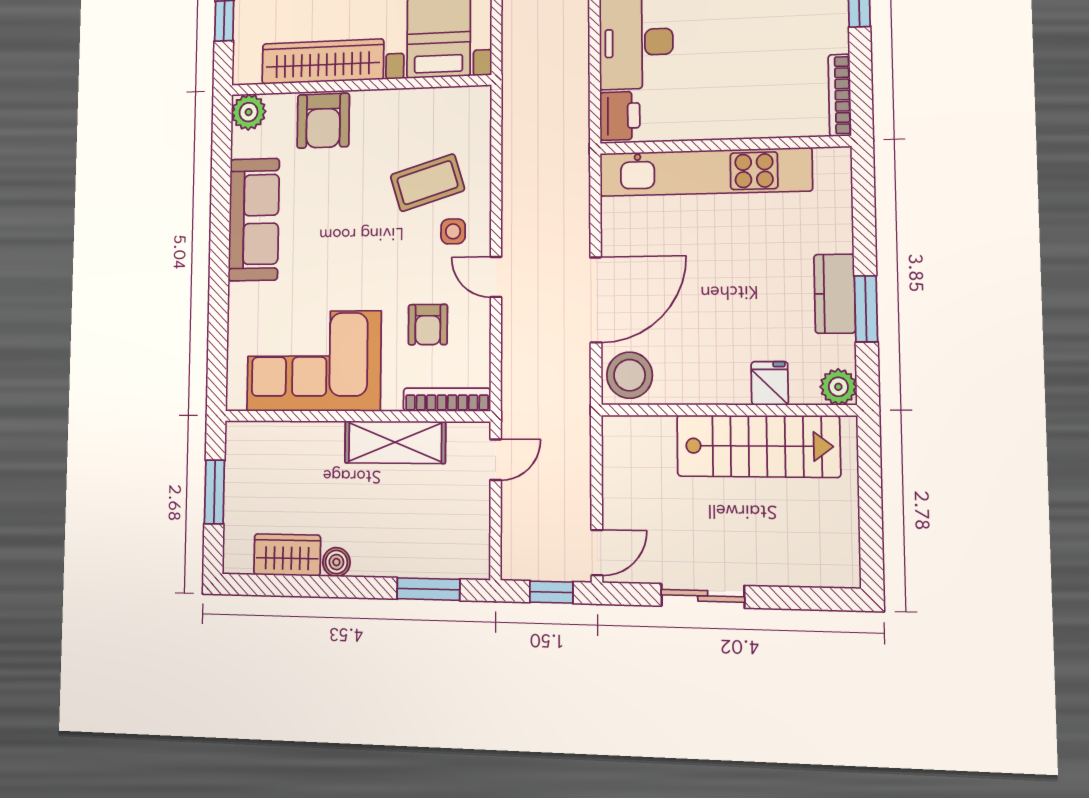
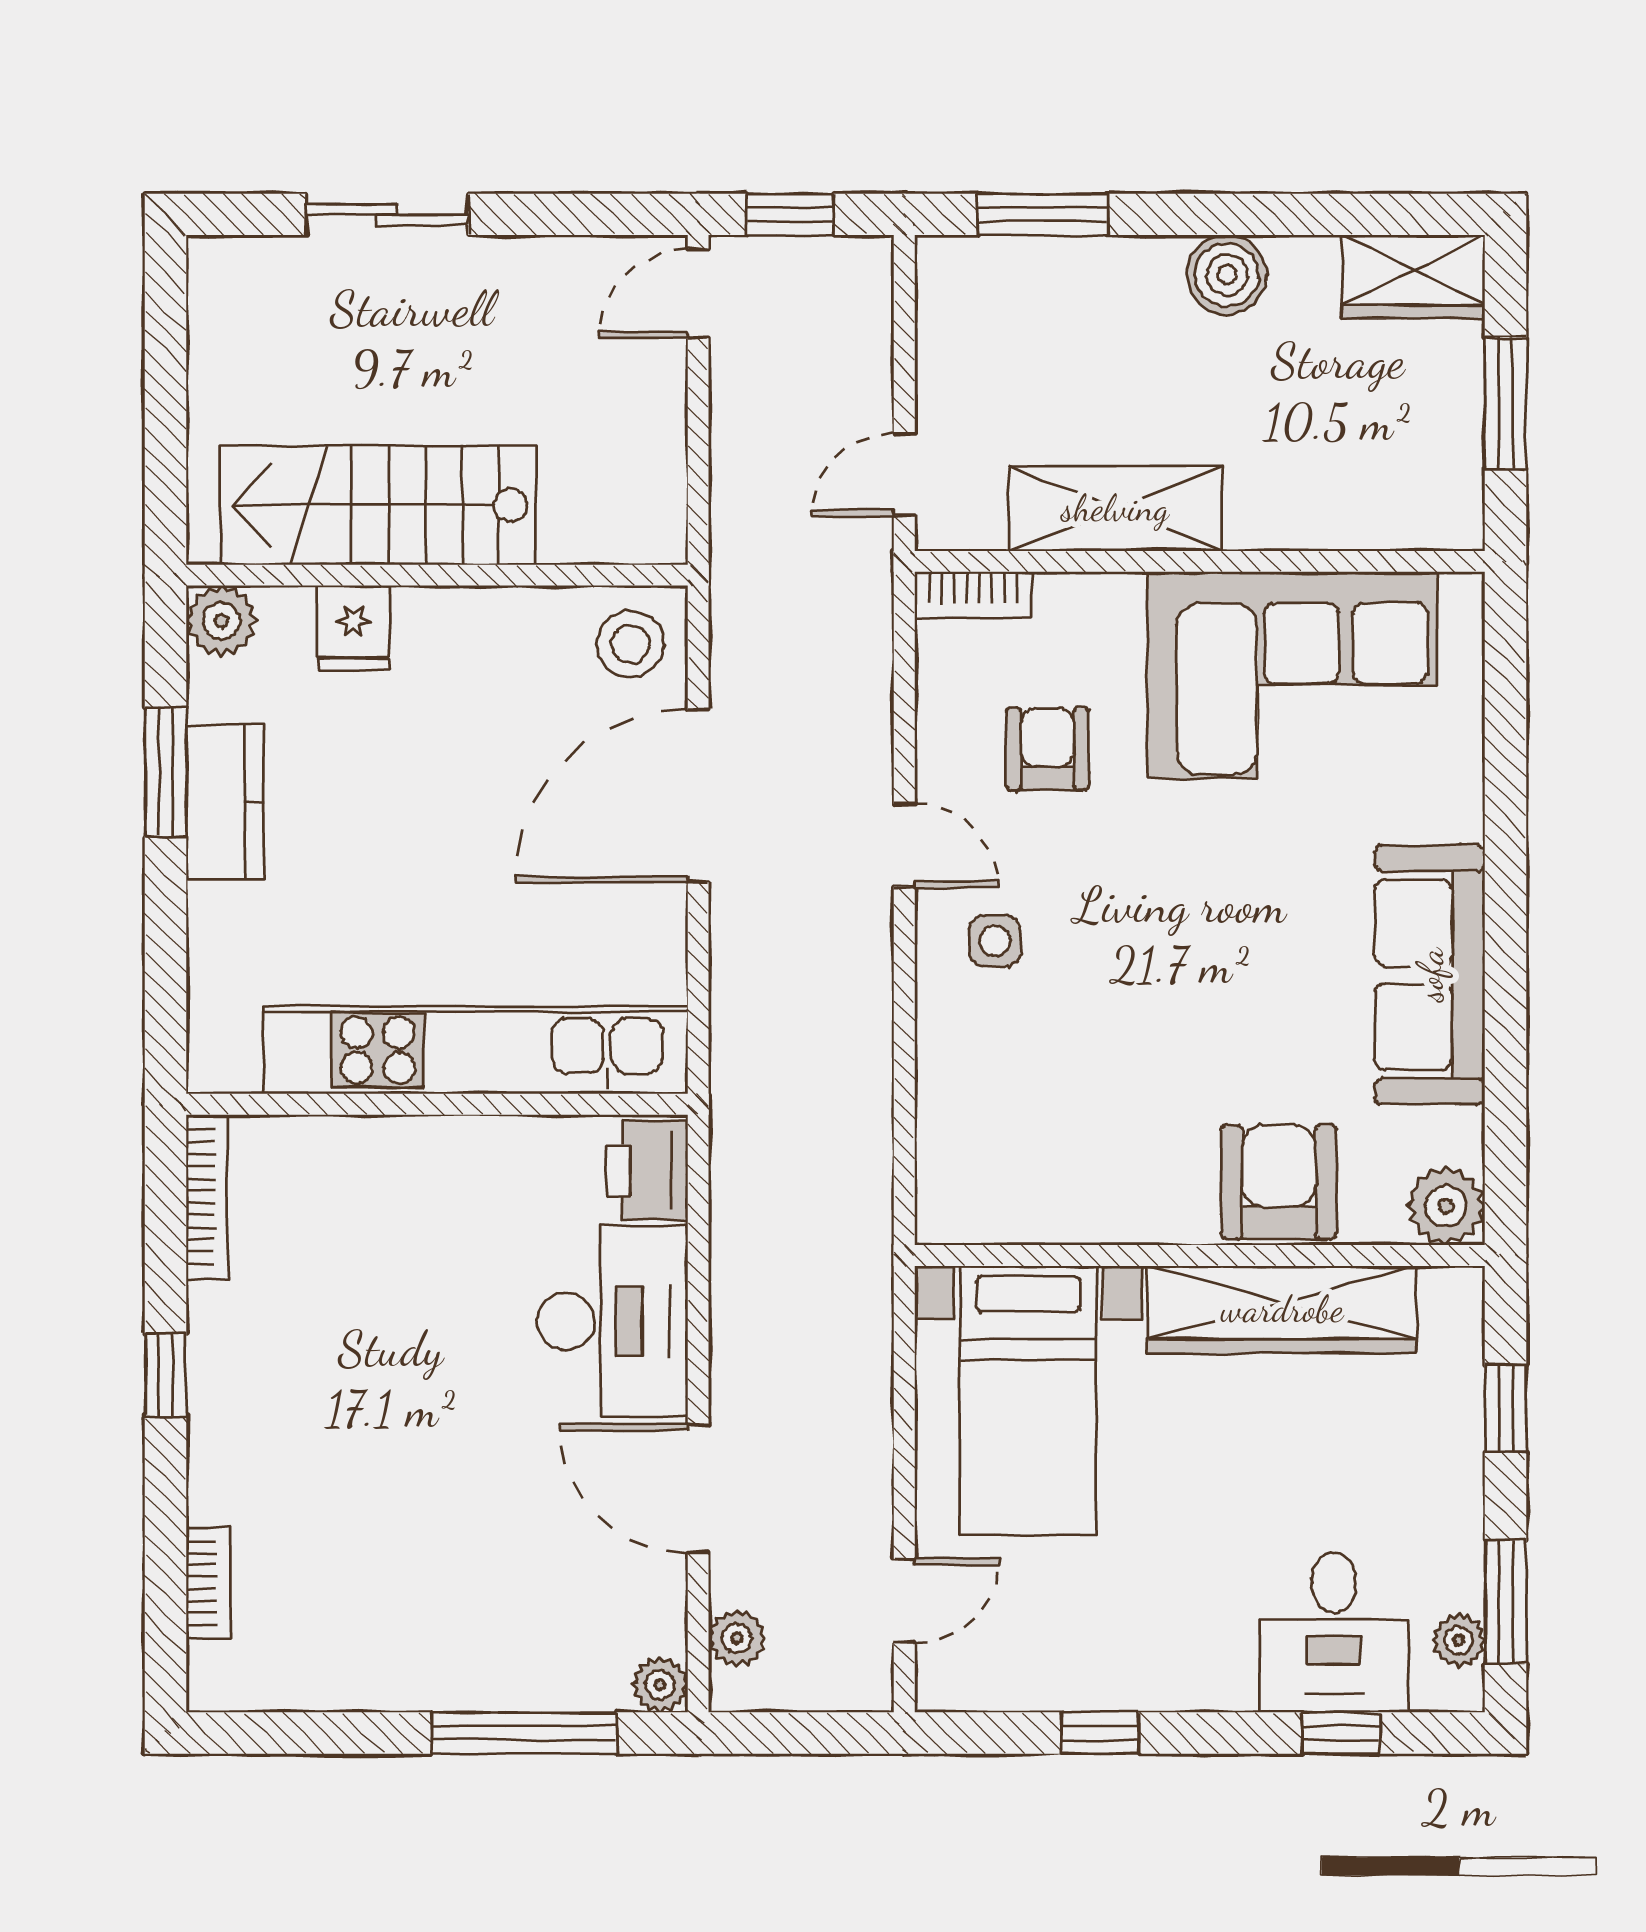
coffee table: (427, 183) -> (1050, 1044), removed
stool: (630, 375) -> (631, 644), width x0.73, depth x0.73
bookcase: (447, 400) -> (973, 595), width x0.64
wardrobe: (287, 555) -> (1413, 277), moved
boiler: (336, 562) -> (1227, 275), width x1.36, depth x1.36
sliding door: (703, 596) -> (387, 214), moved

